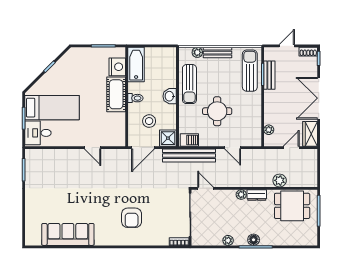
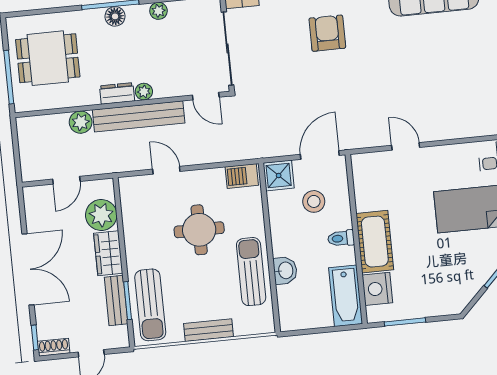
plant: (197, 52) -> (243, 327), removed
washbasin: (170, 96) -> (285, 270), moved
plant: (269, 130) -> (101, 215), width x1.88, depth x1.88
wardrobe: (310, 134) -> (108, 253), moved, turned 180
bench: (189, 155) -> (139, 116), moved
dining table: (292, 206) -> (48, 58), moved

